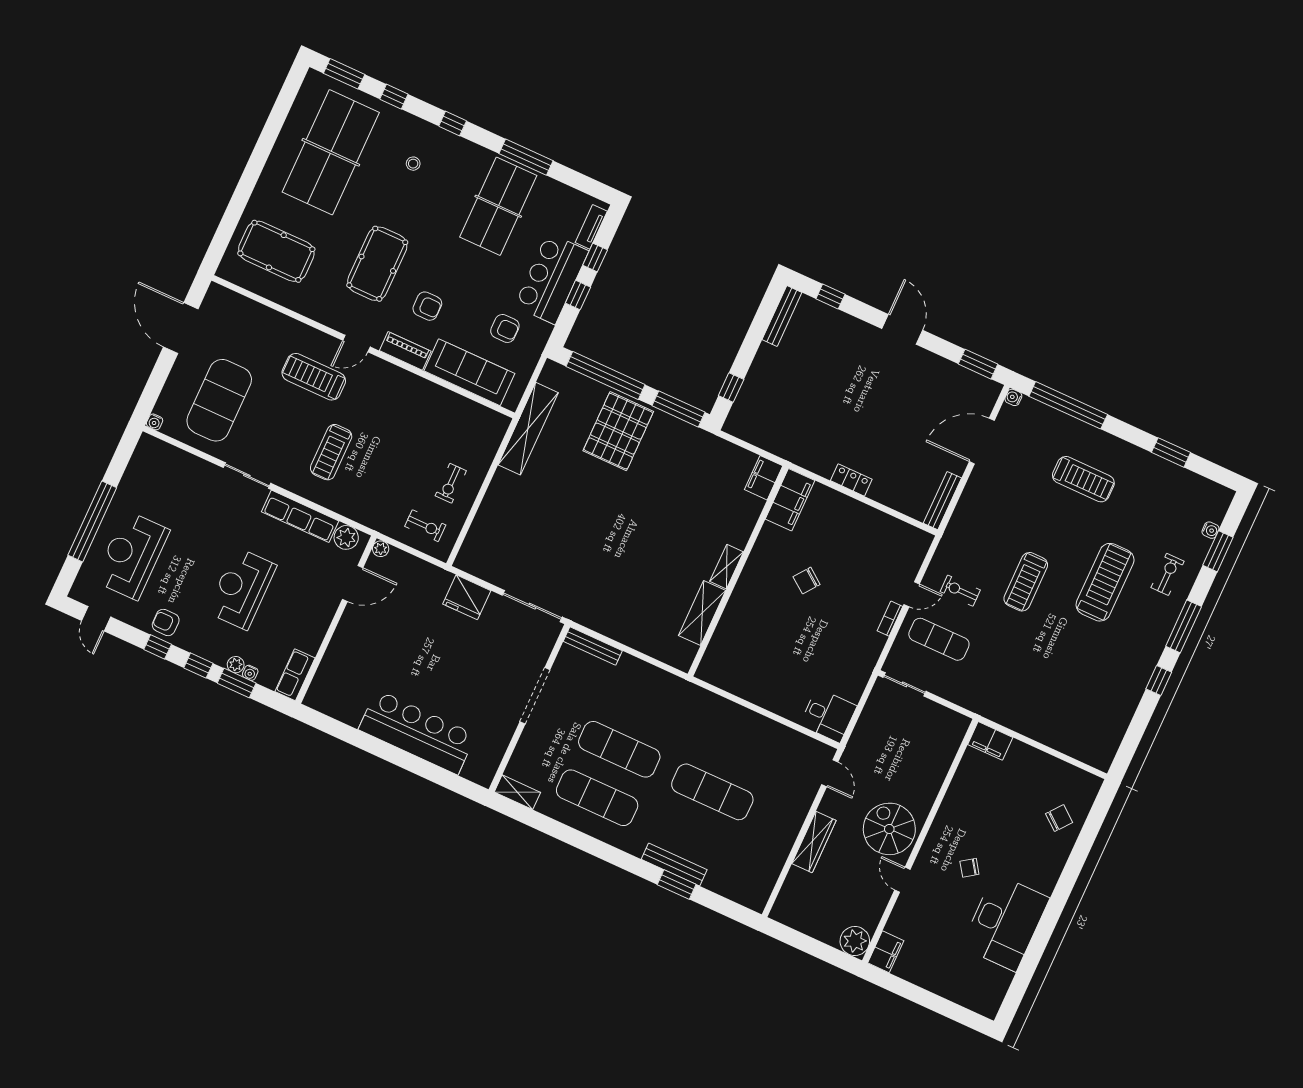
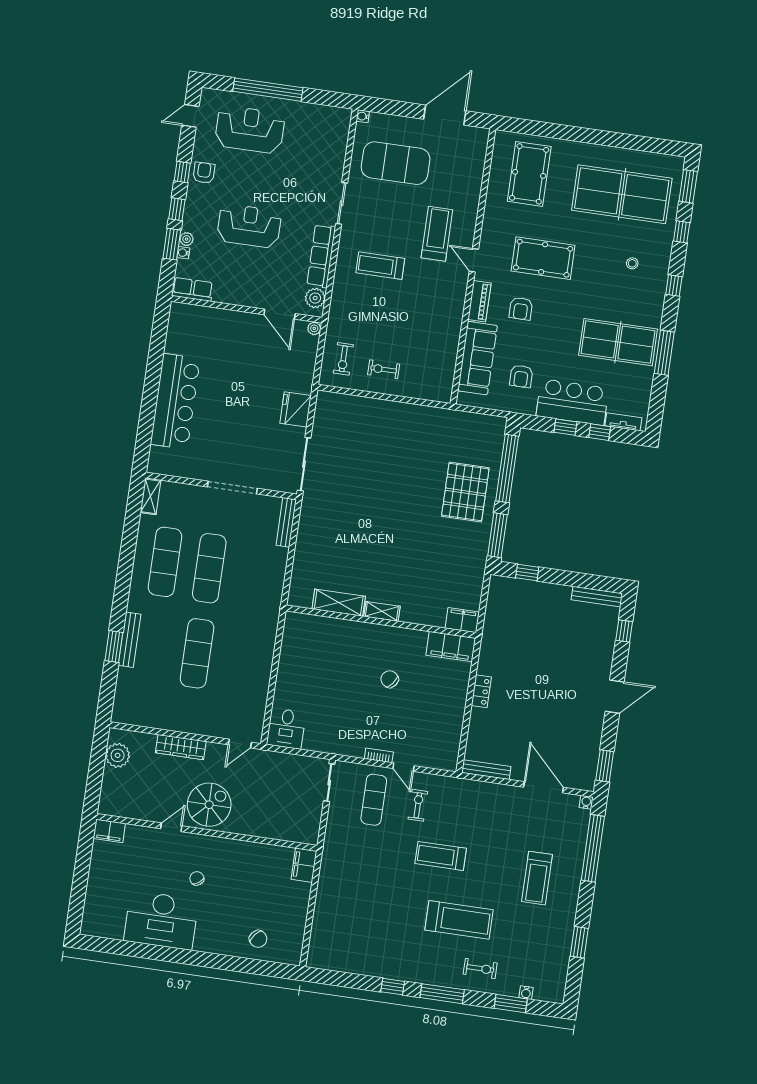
shelving: (528, 429) -> (446, 419), removed
pallet: (618, 431) -> (465, 492), turned 90
plant: (855, 941) -> (118, 755), moved

